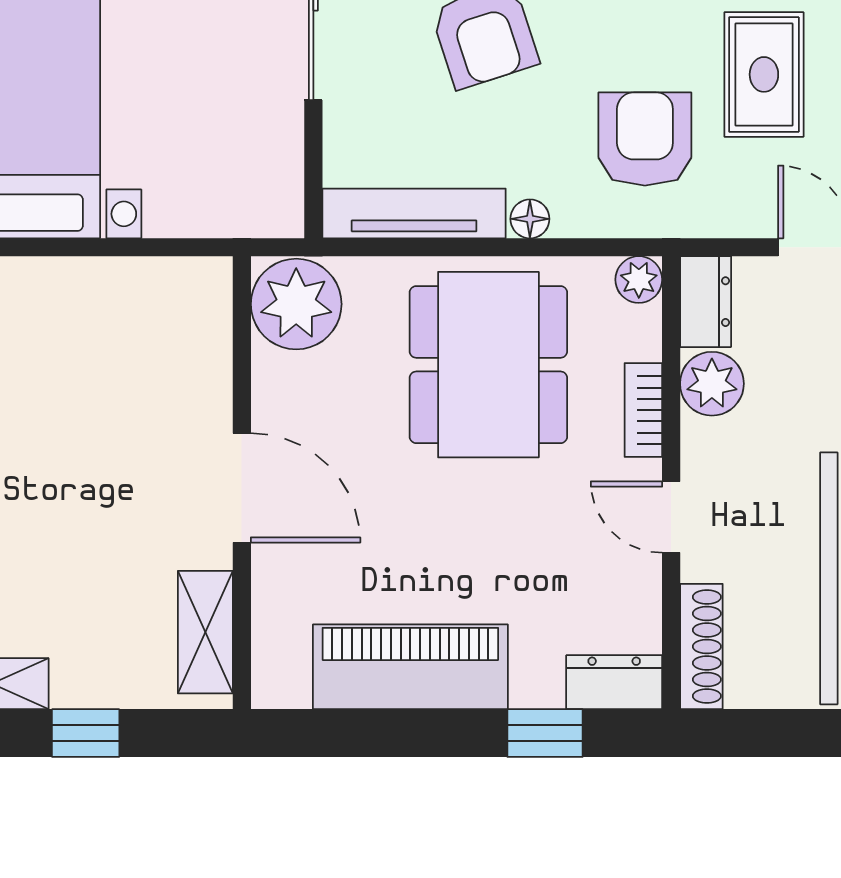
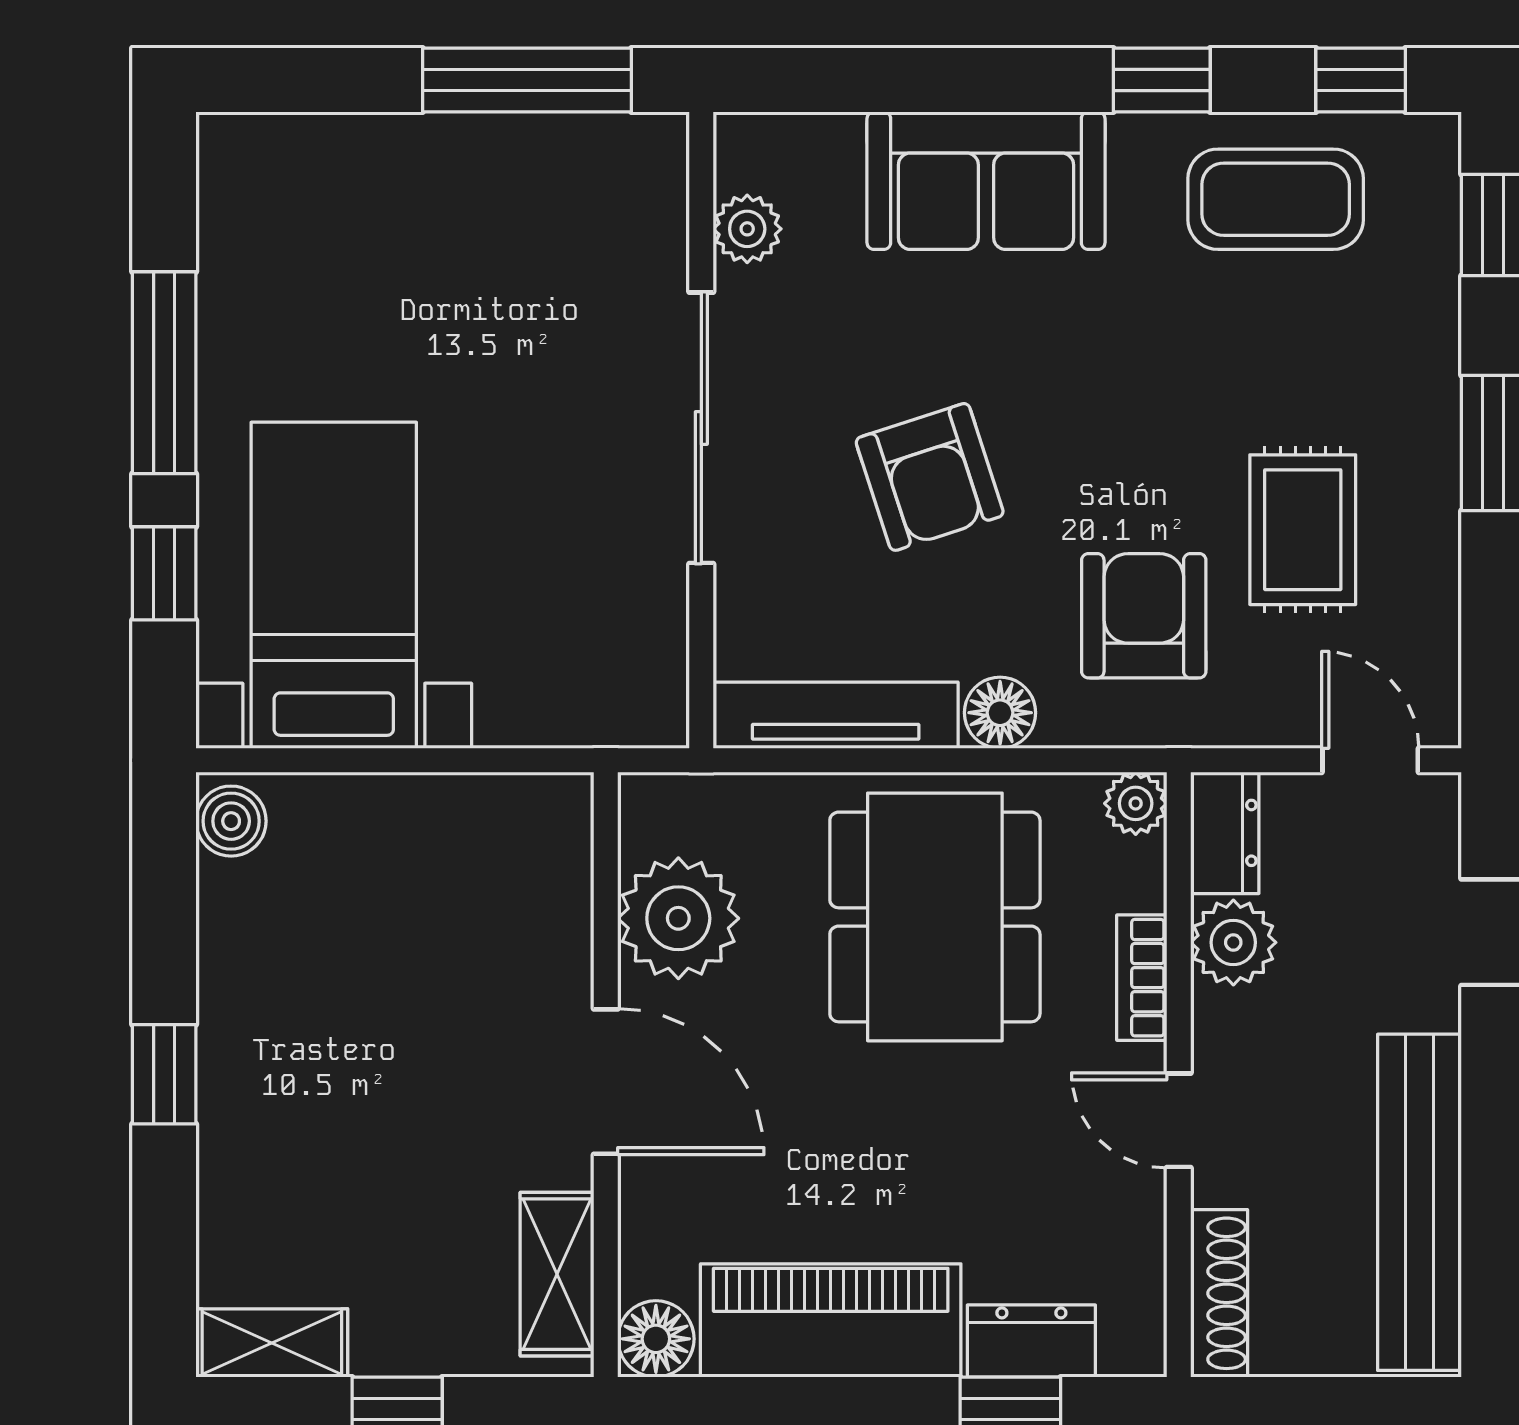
floor lamp: (530, 219) -> (1000, 713), width x1.37, depth x1.37
plant: (296, 304) -> (678, 918), moved
floor lamp: (279, 681) -> (656, 1339), added
dresser: (614, 682) -> (1031, 1341), moved

